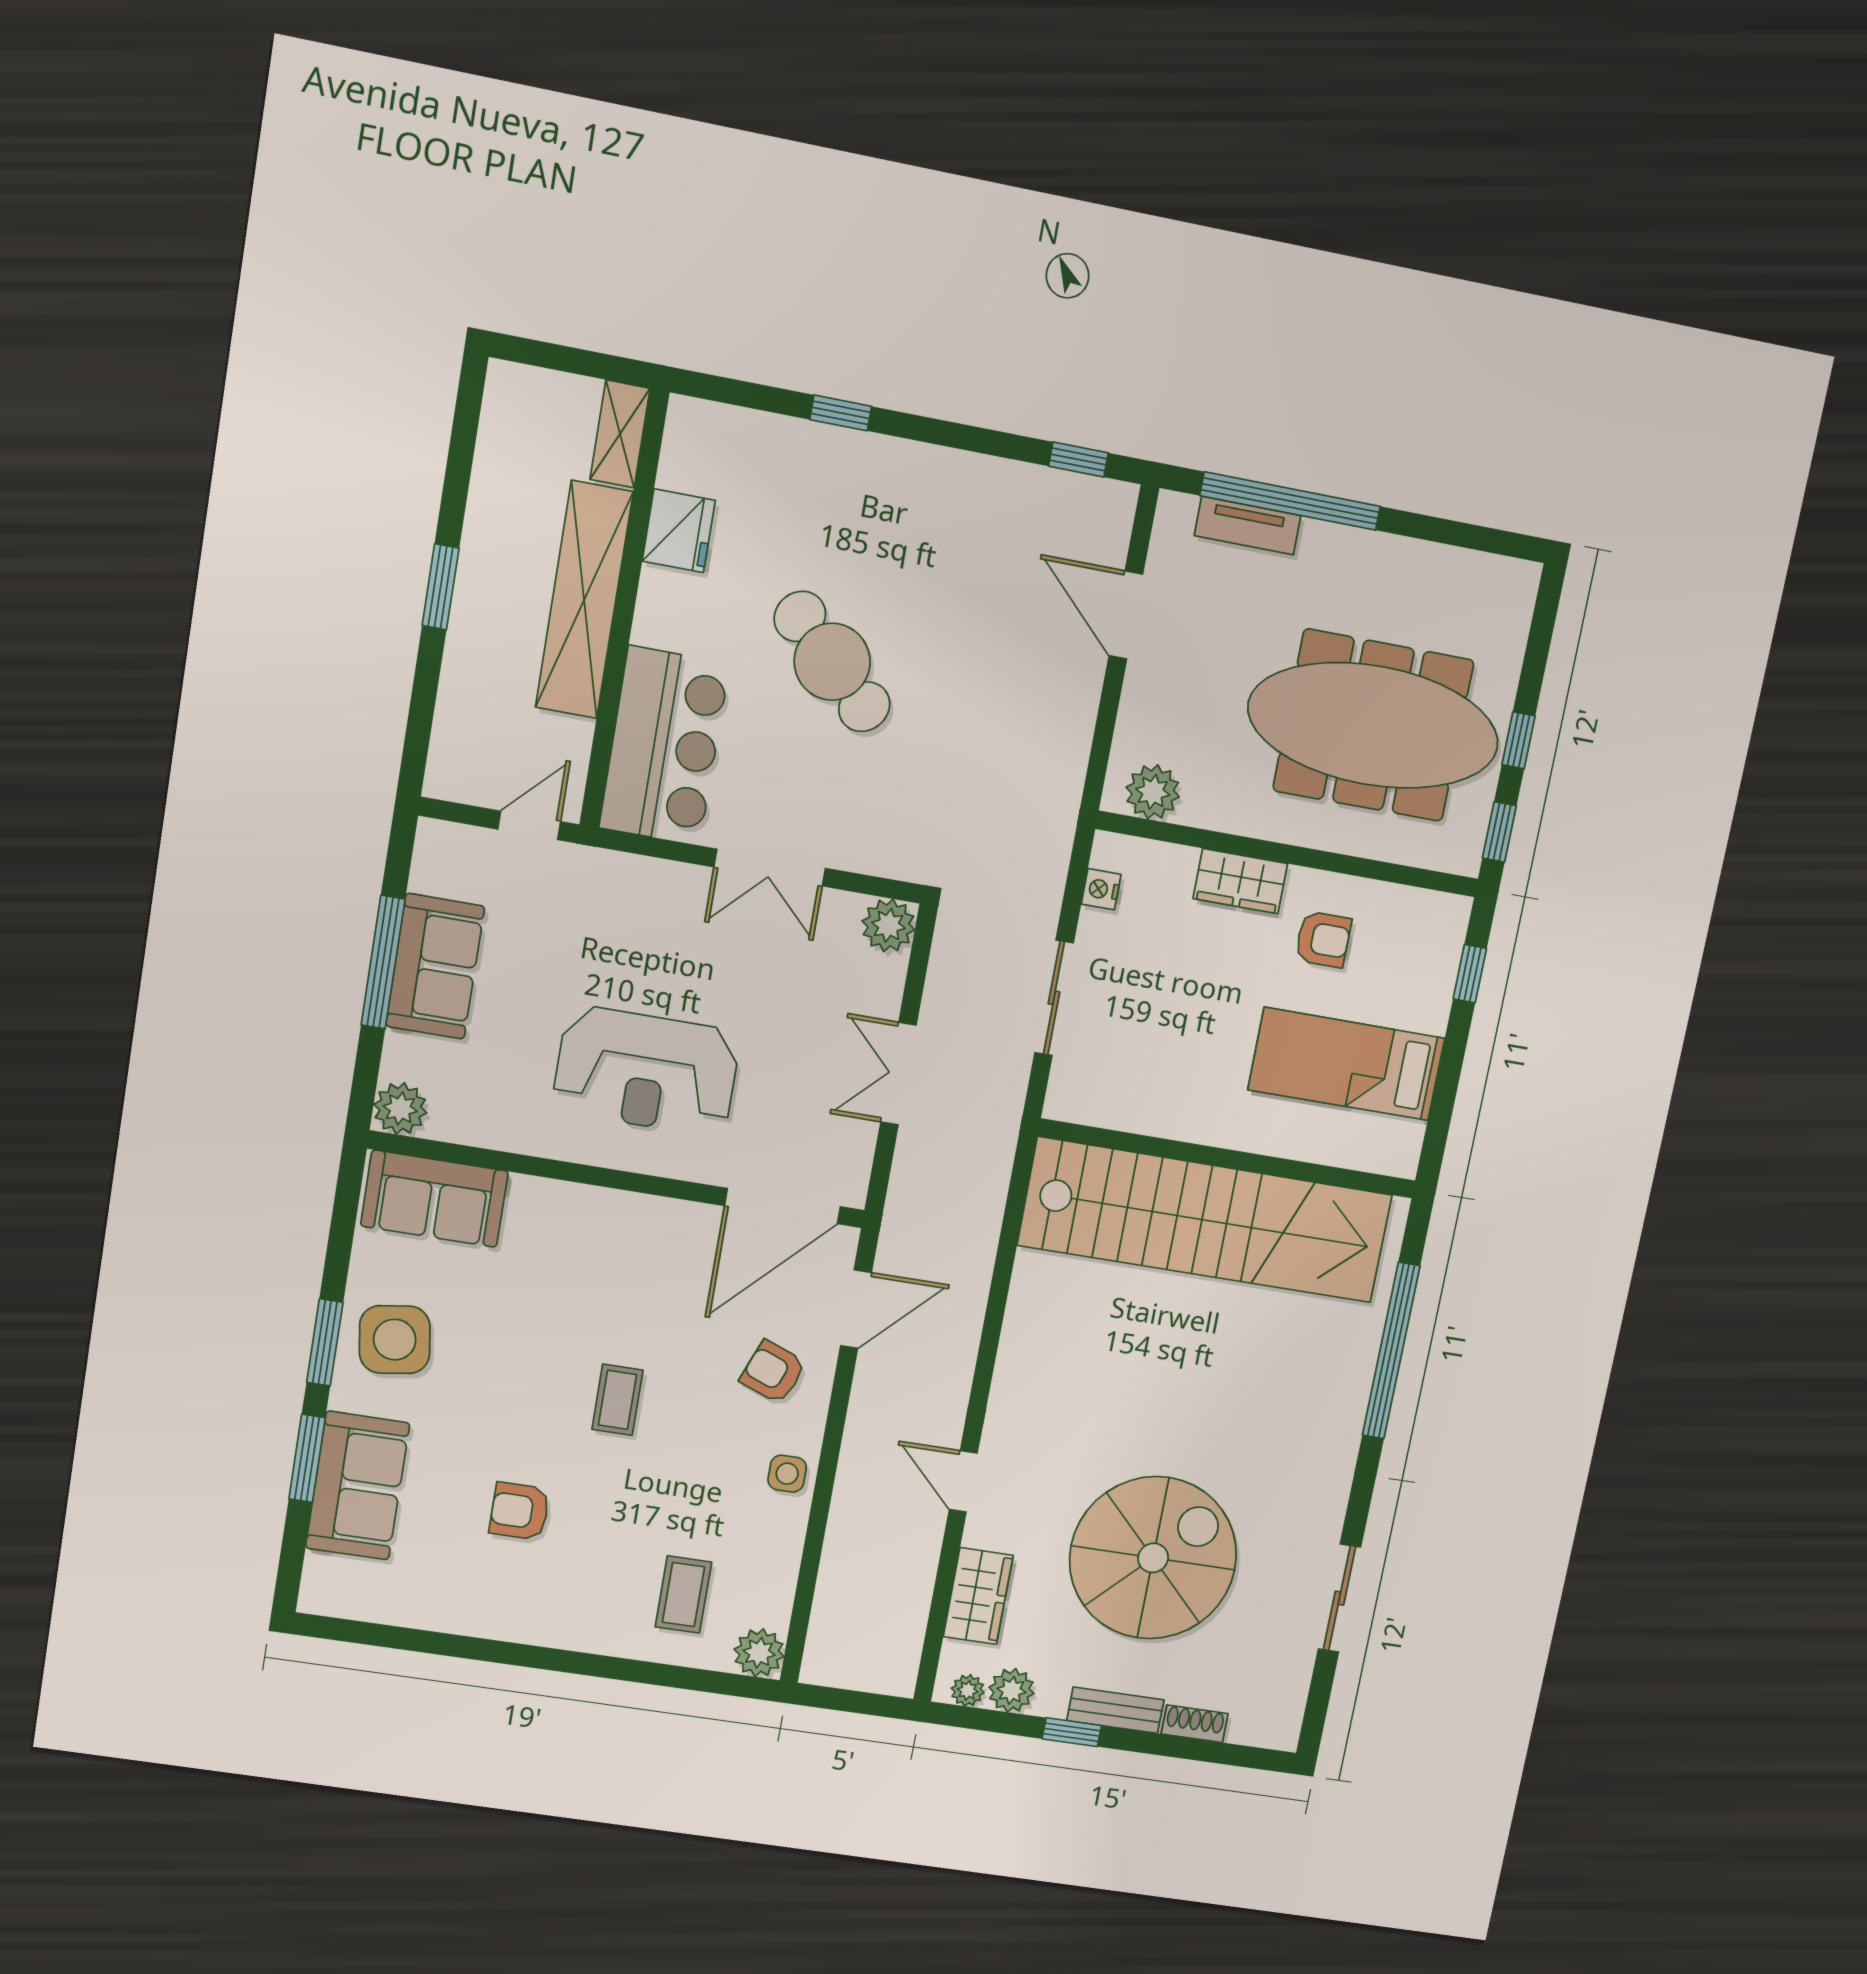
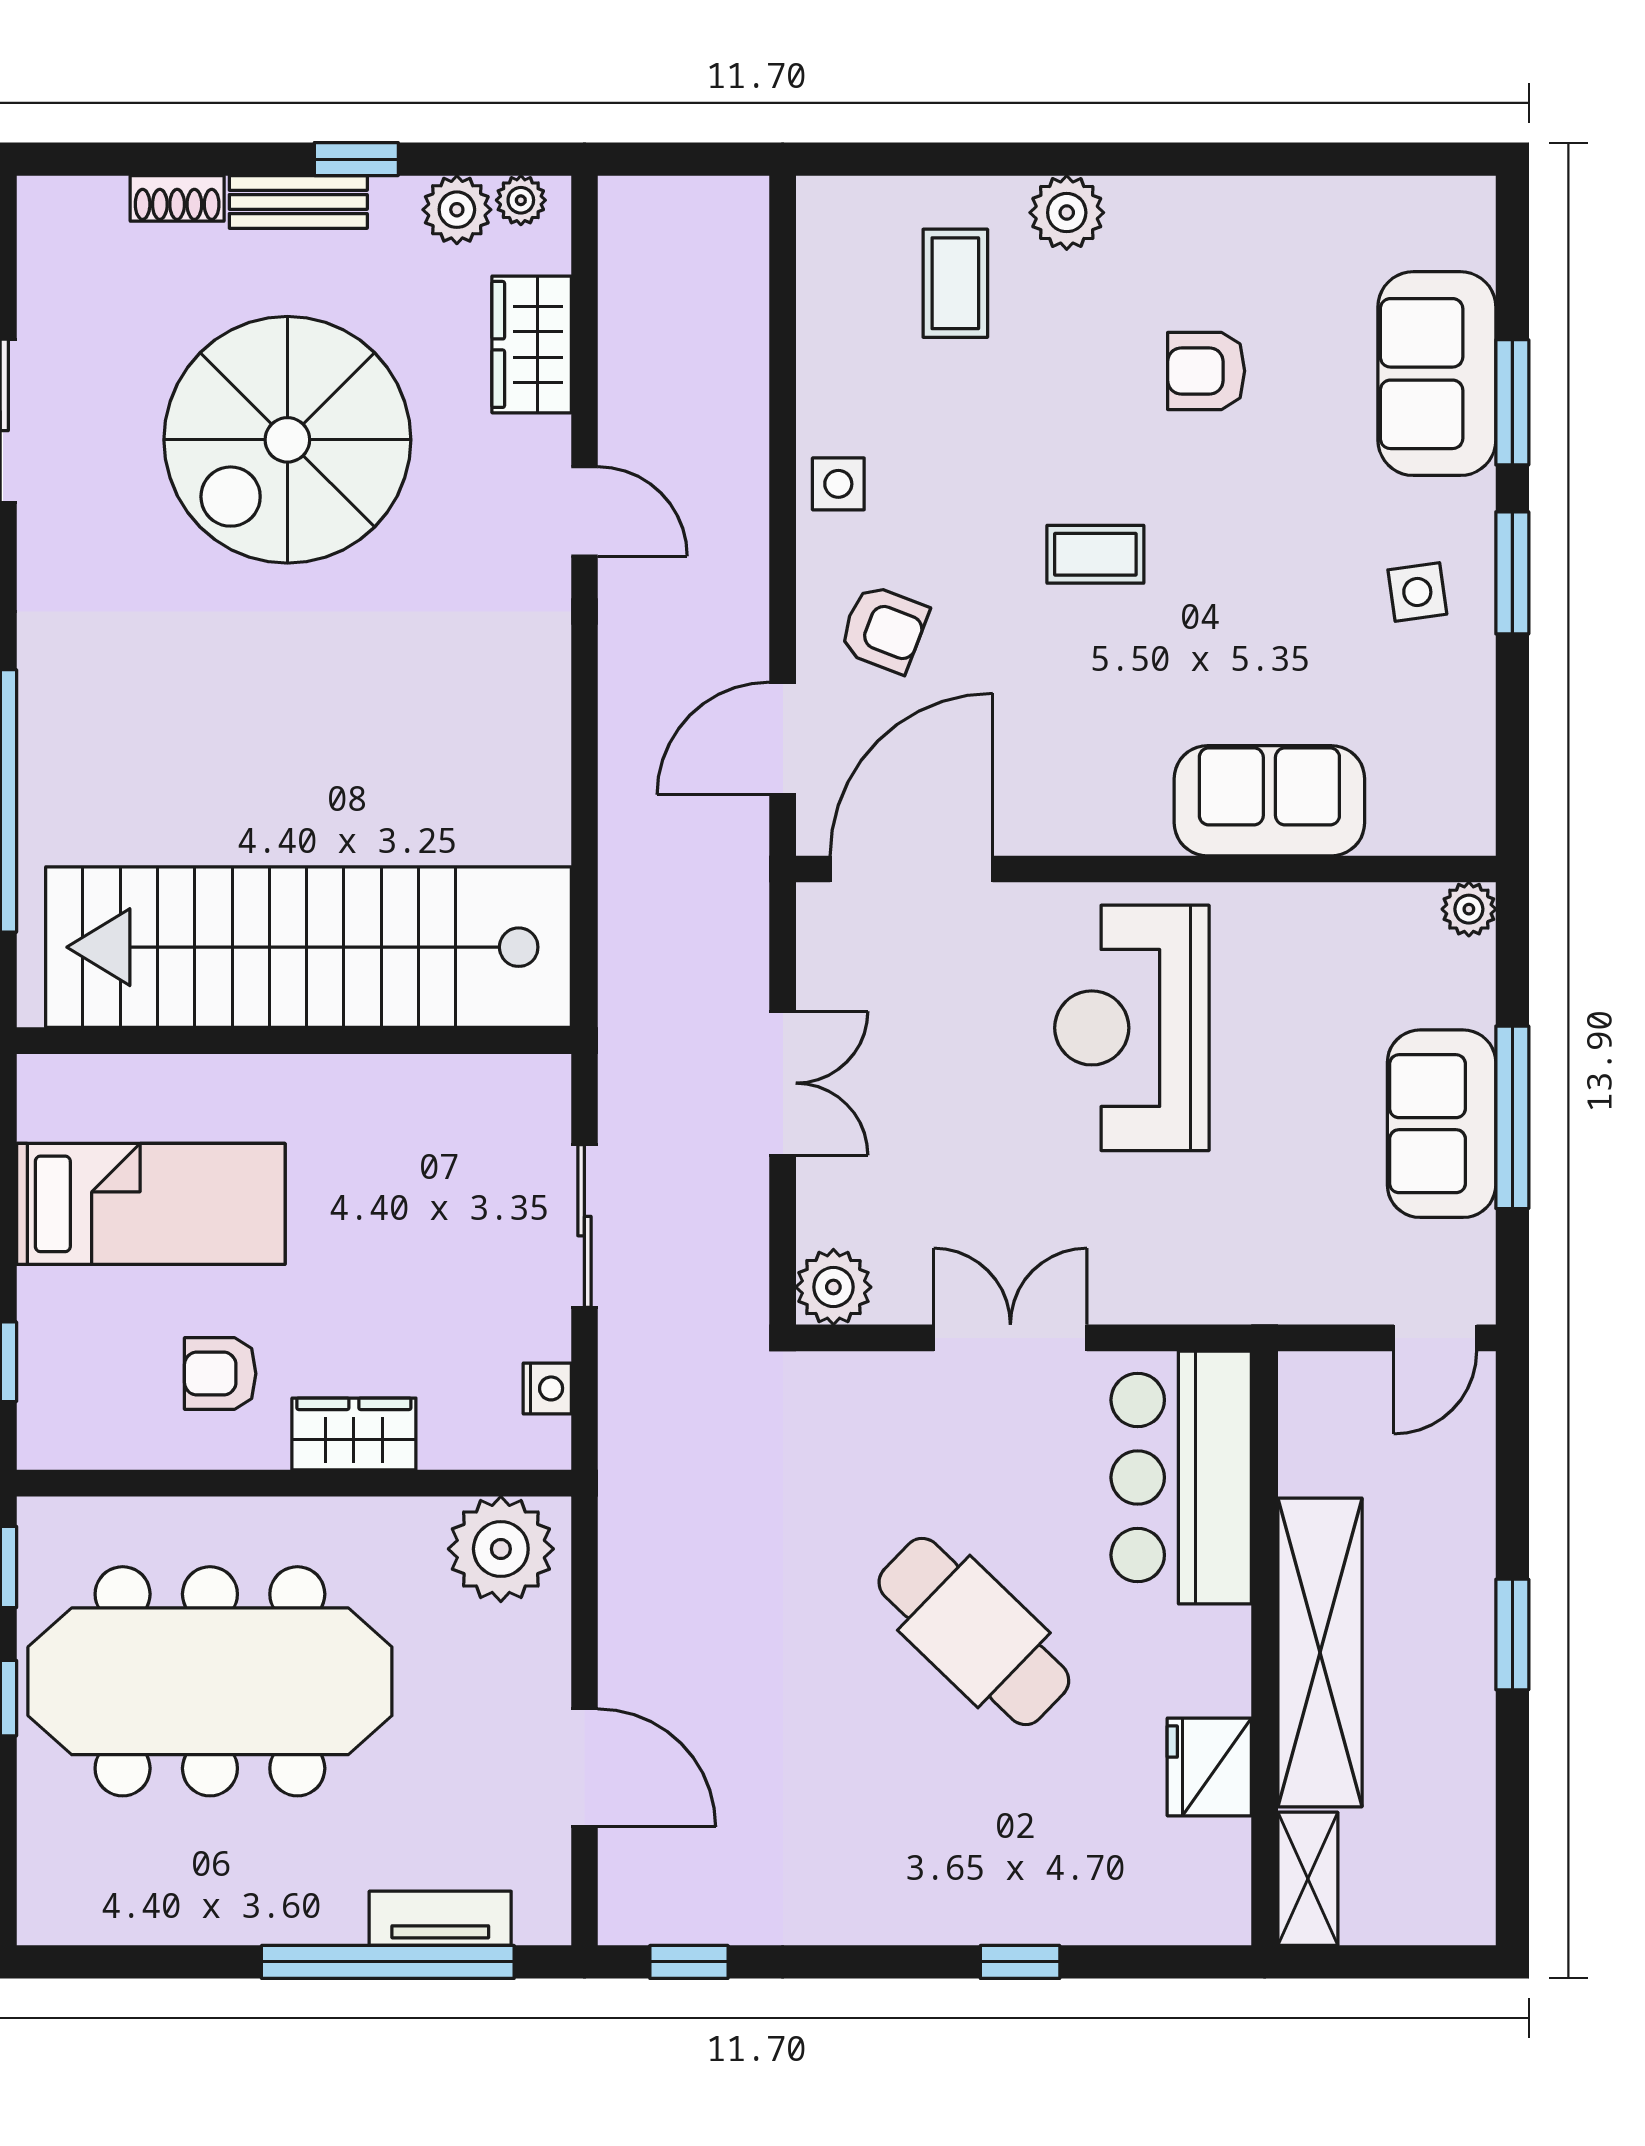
plant: (1153, 792) -> (501, 1549), width x1.36, depth x1.36
door: (529, 825) -> (1435, 1338), moved
reception desk: (646, 1071) -> (1132, 1028), turned -90
plant: (400, 1109) -> (1469, 909), width x0.73, depth x0.73
sofa: (434, 1199) -> (1269, 801), moved
side table: (395, 1340) -> (1417, 592), width x0.54, depth x0.54
coffee table: (617, 1400) -> (1095, 554), turned 90
armchair: (520, 1511) -> (1206, 371), turned 180
plant: (759, 1653) -> (1067, 213), moved

